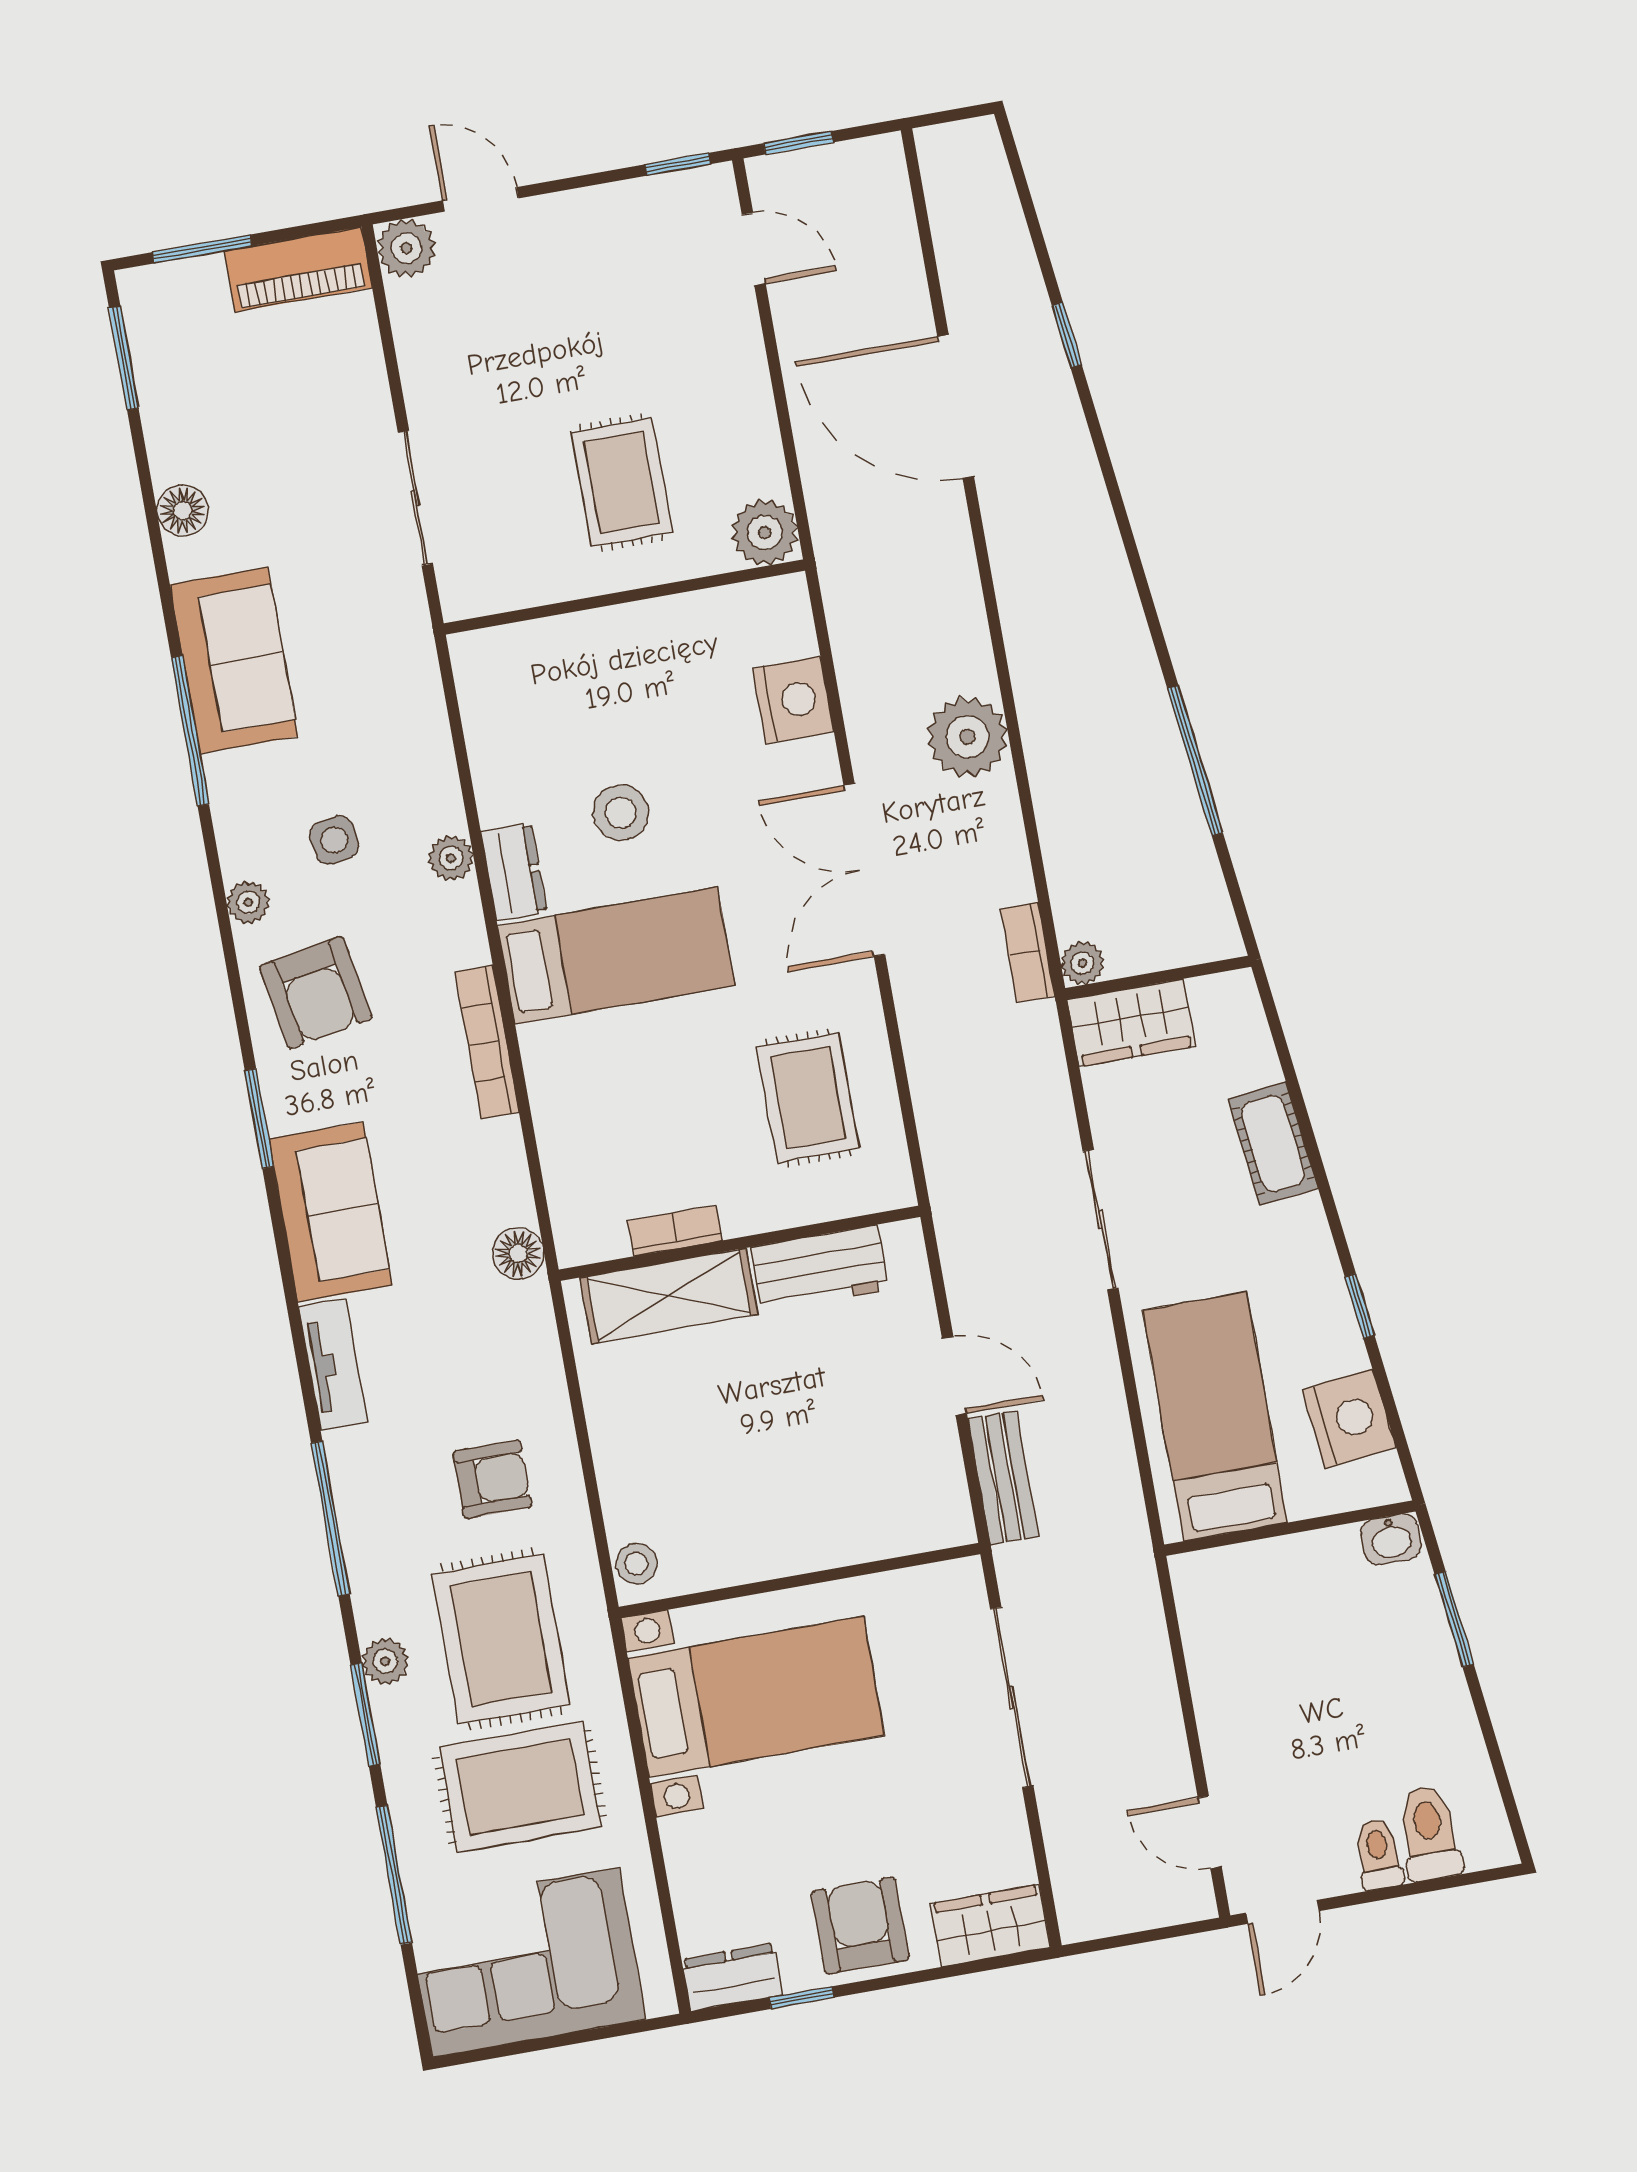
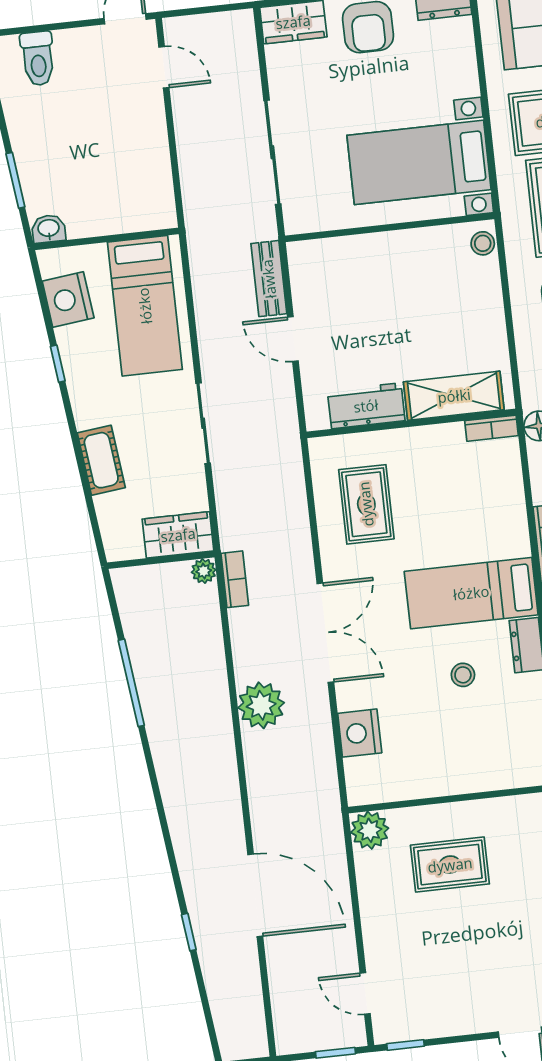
rug: (622, 482) -> (450, 865), turned 90
stool: (621, 813) -> (463, 675), width x0.73, depth x0.73
bookcase: (675, 1231) -> (491, 428), moved
toilet: (1378, 1854) -> (68, 48), removed

